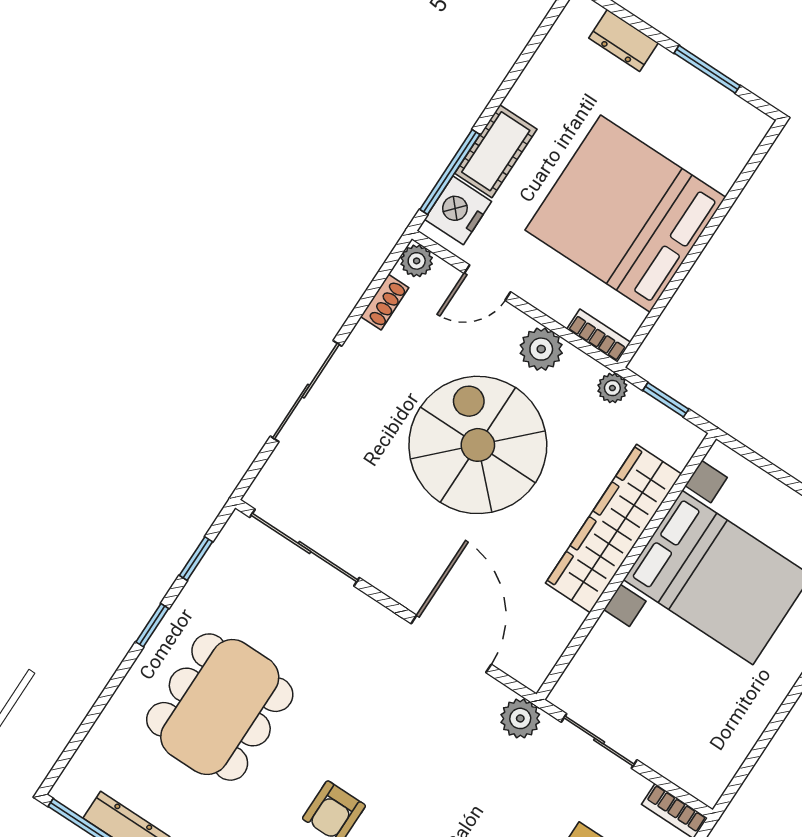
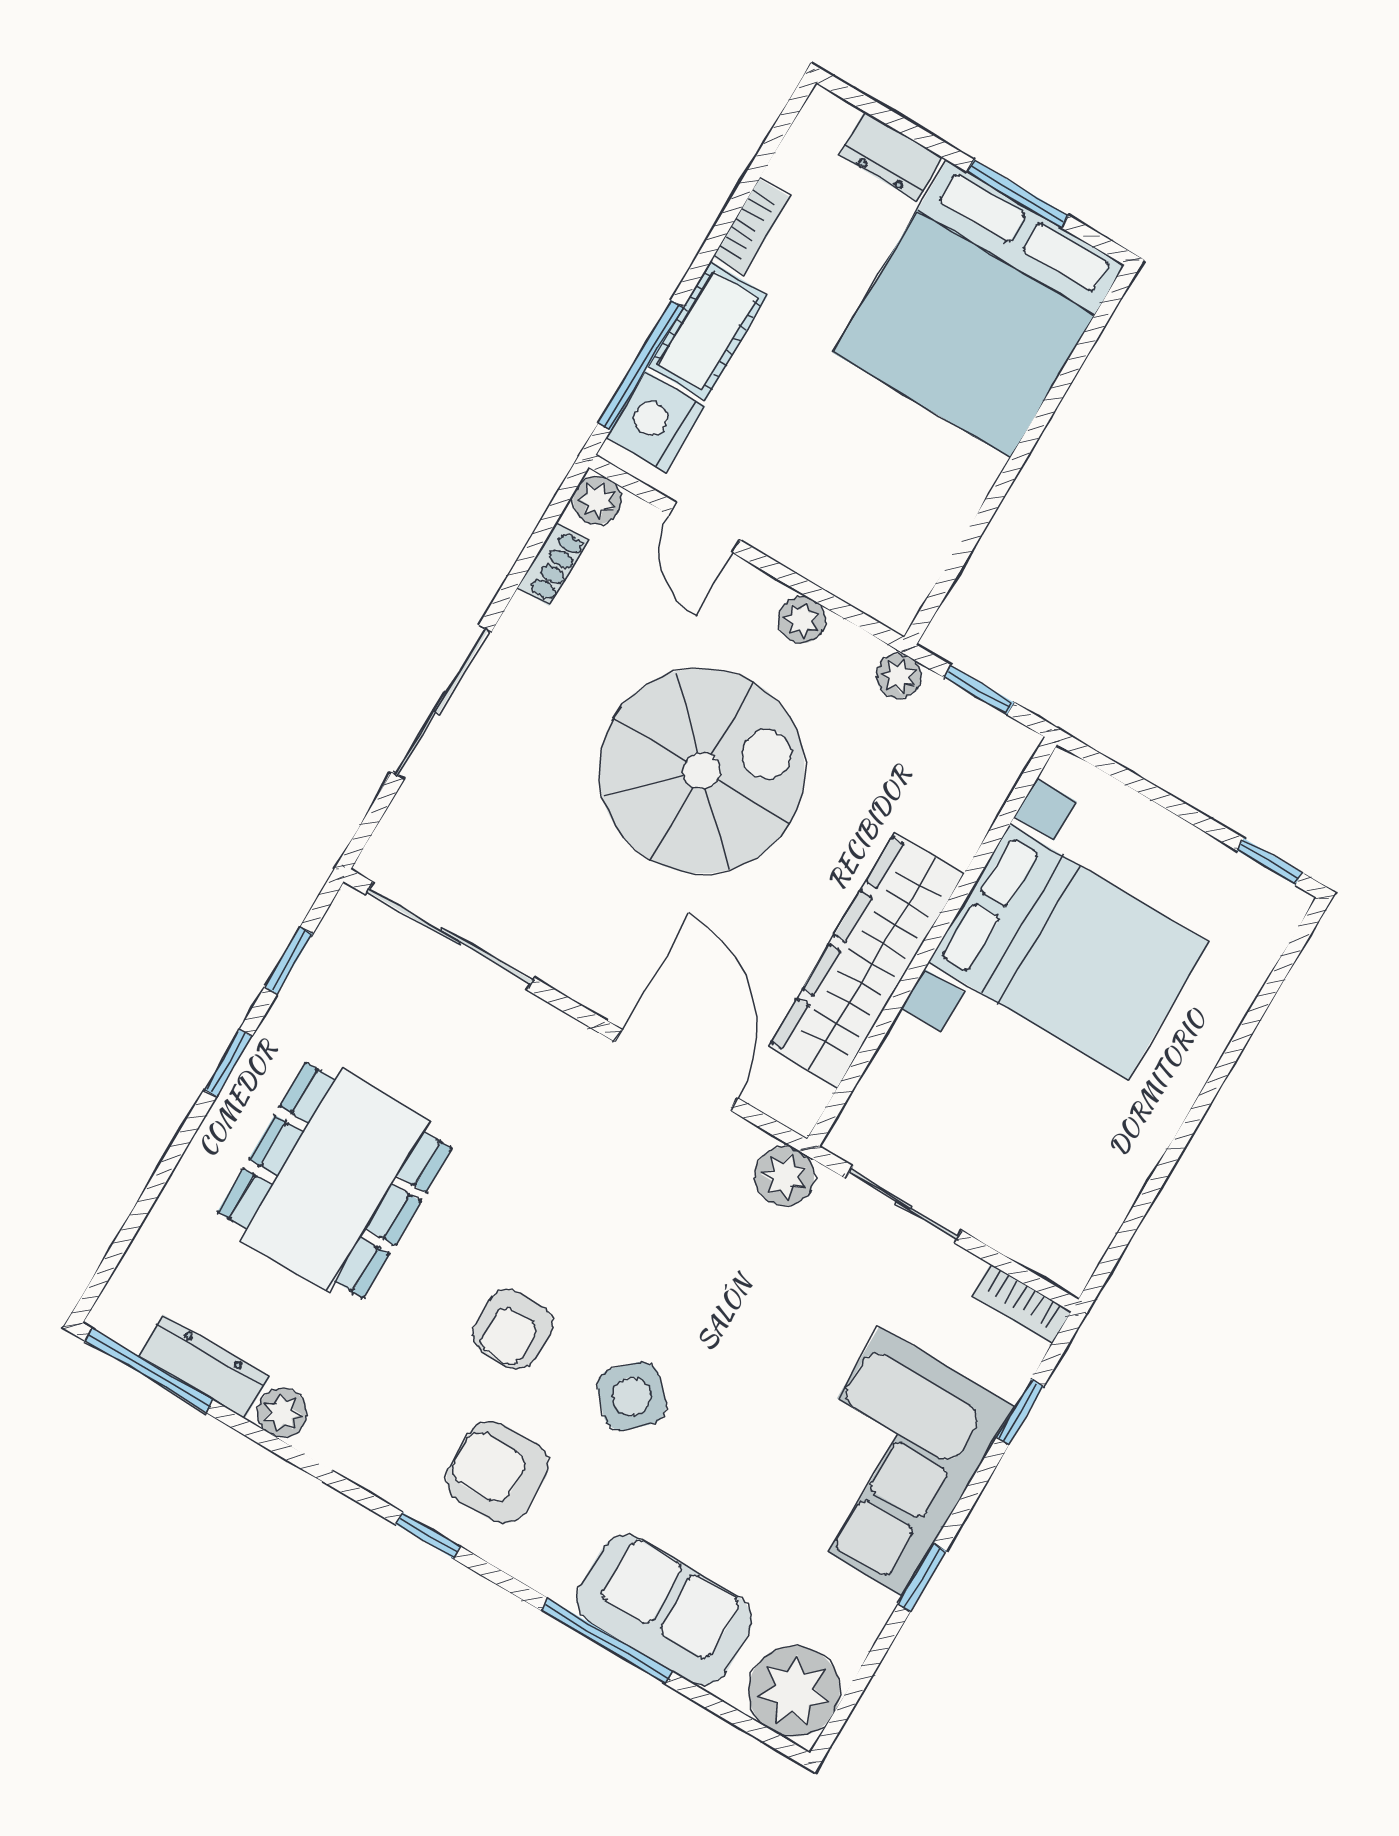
bed: (625, 214) -> (979, 309), moved, turned -90
door: (487, 283) -> (705, 528), hinge flipped
bookcase: (599, 336) -> (751, 227), moved, turned 90
plant: (541, 349) -> (802, 620), width x0.73, depth x0.73
spiral stairs: (478, 445) -> (702, 771), turned 90
wardrobe: (614, 529) -> (866, 960), moved

